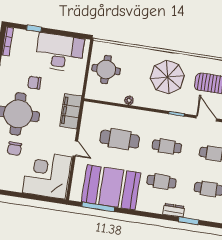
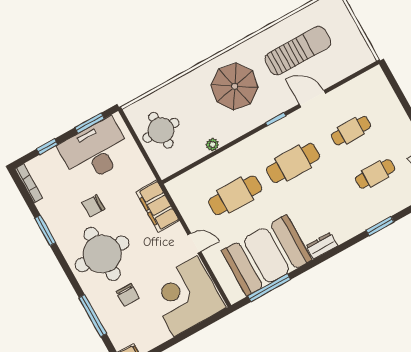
window: (69, 34) -> (90, 123), added
cafe table: (167, 146) -> (293, 163), width x1.37, depth x1.35
cafe table: (162, 182) -> (317, 206), removed
dresser: (174, 210) -> (322, 246), moved

